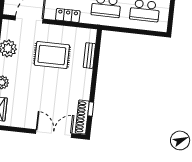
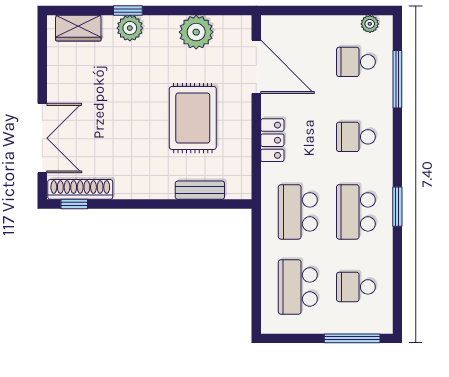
window: (91, 109) -> (74, 204), moved

